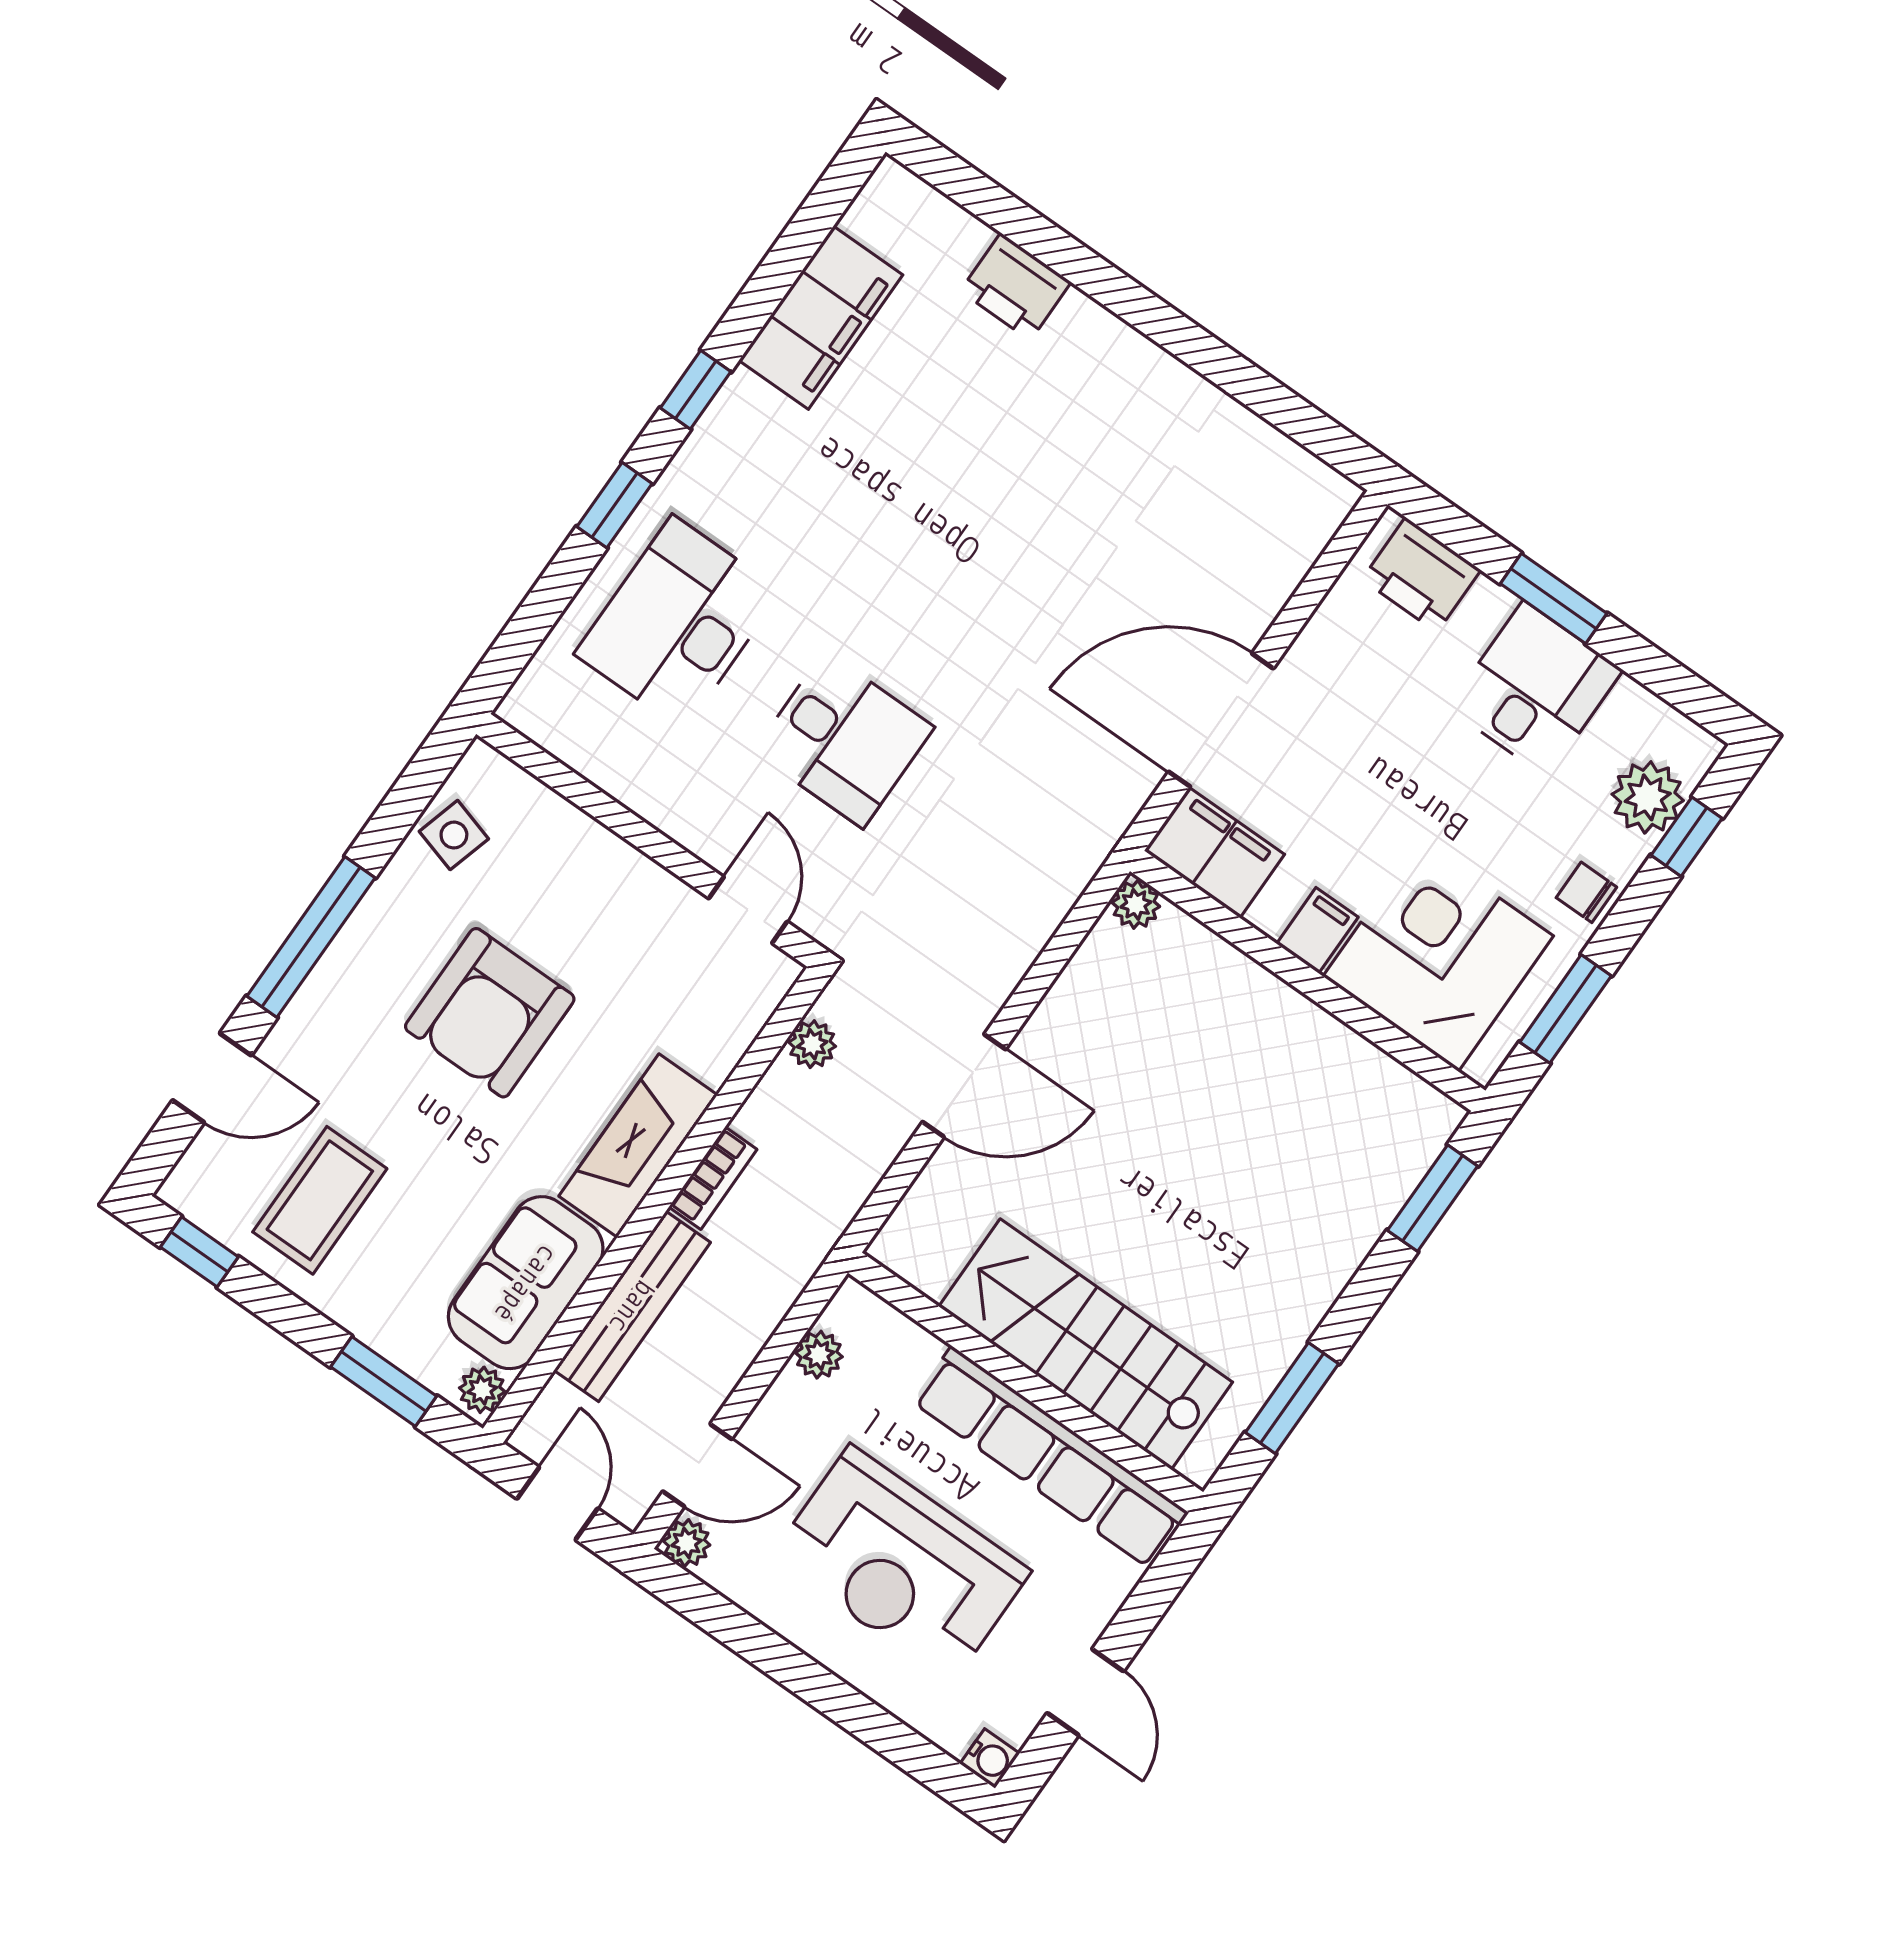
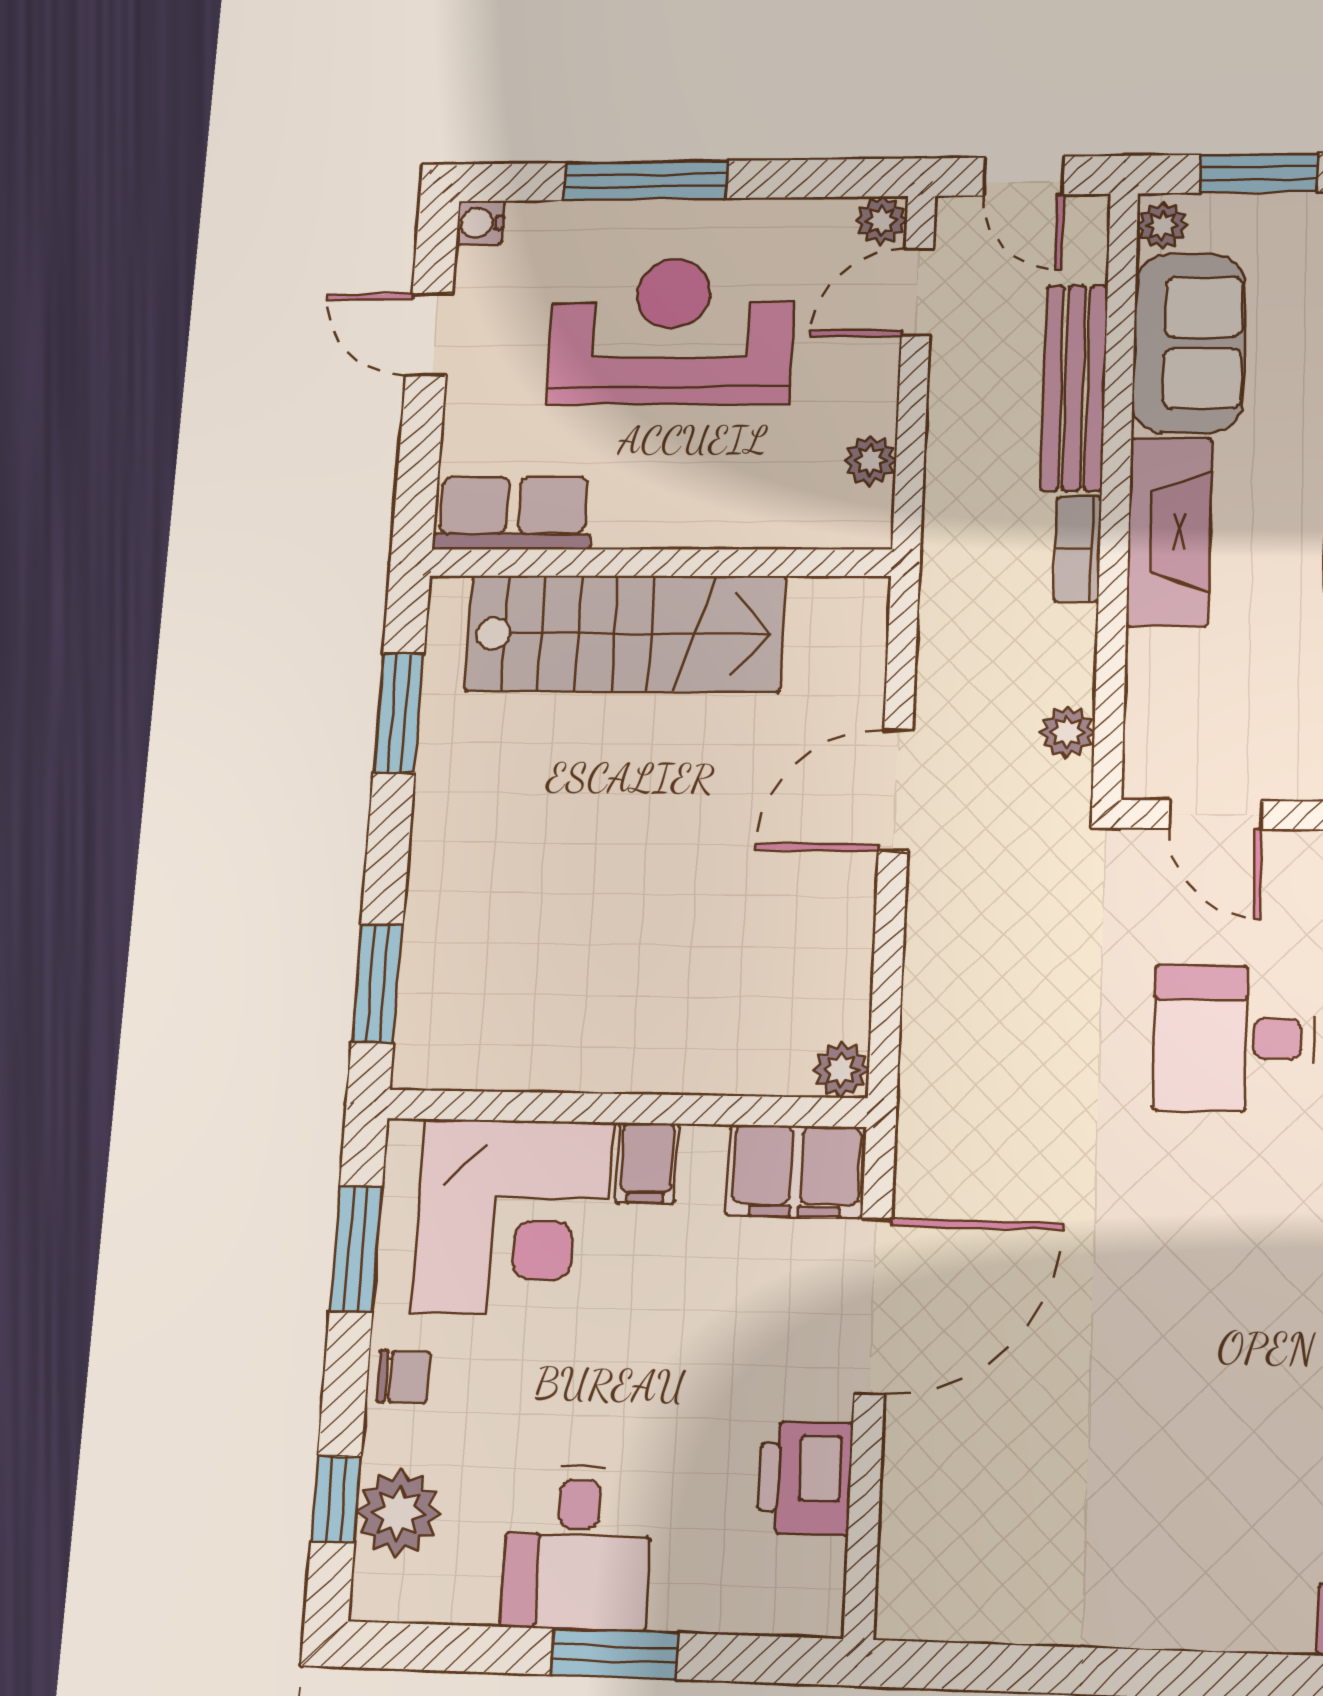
printer: (1421, 575) -> (805, 1478), moved, turned -90
row of seats: (1050, 1457) -> (513, 513), width x0.50
window: (842, 1704) -> (645, 181), added

